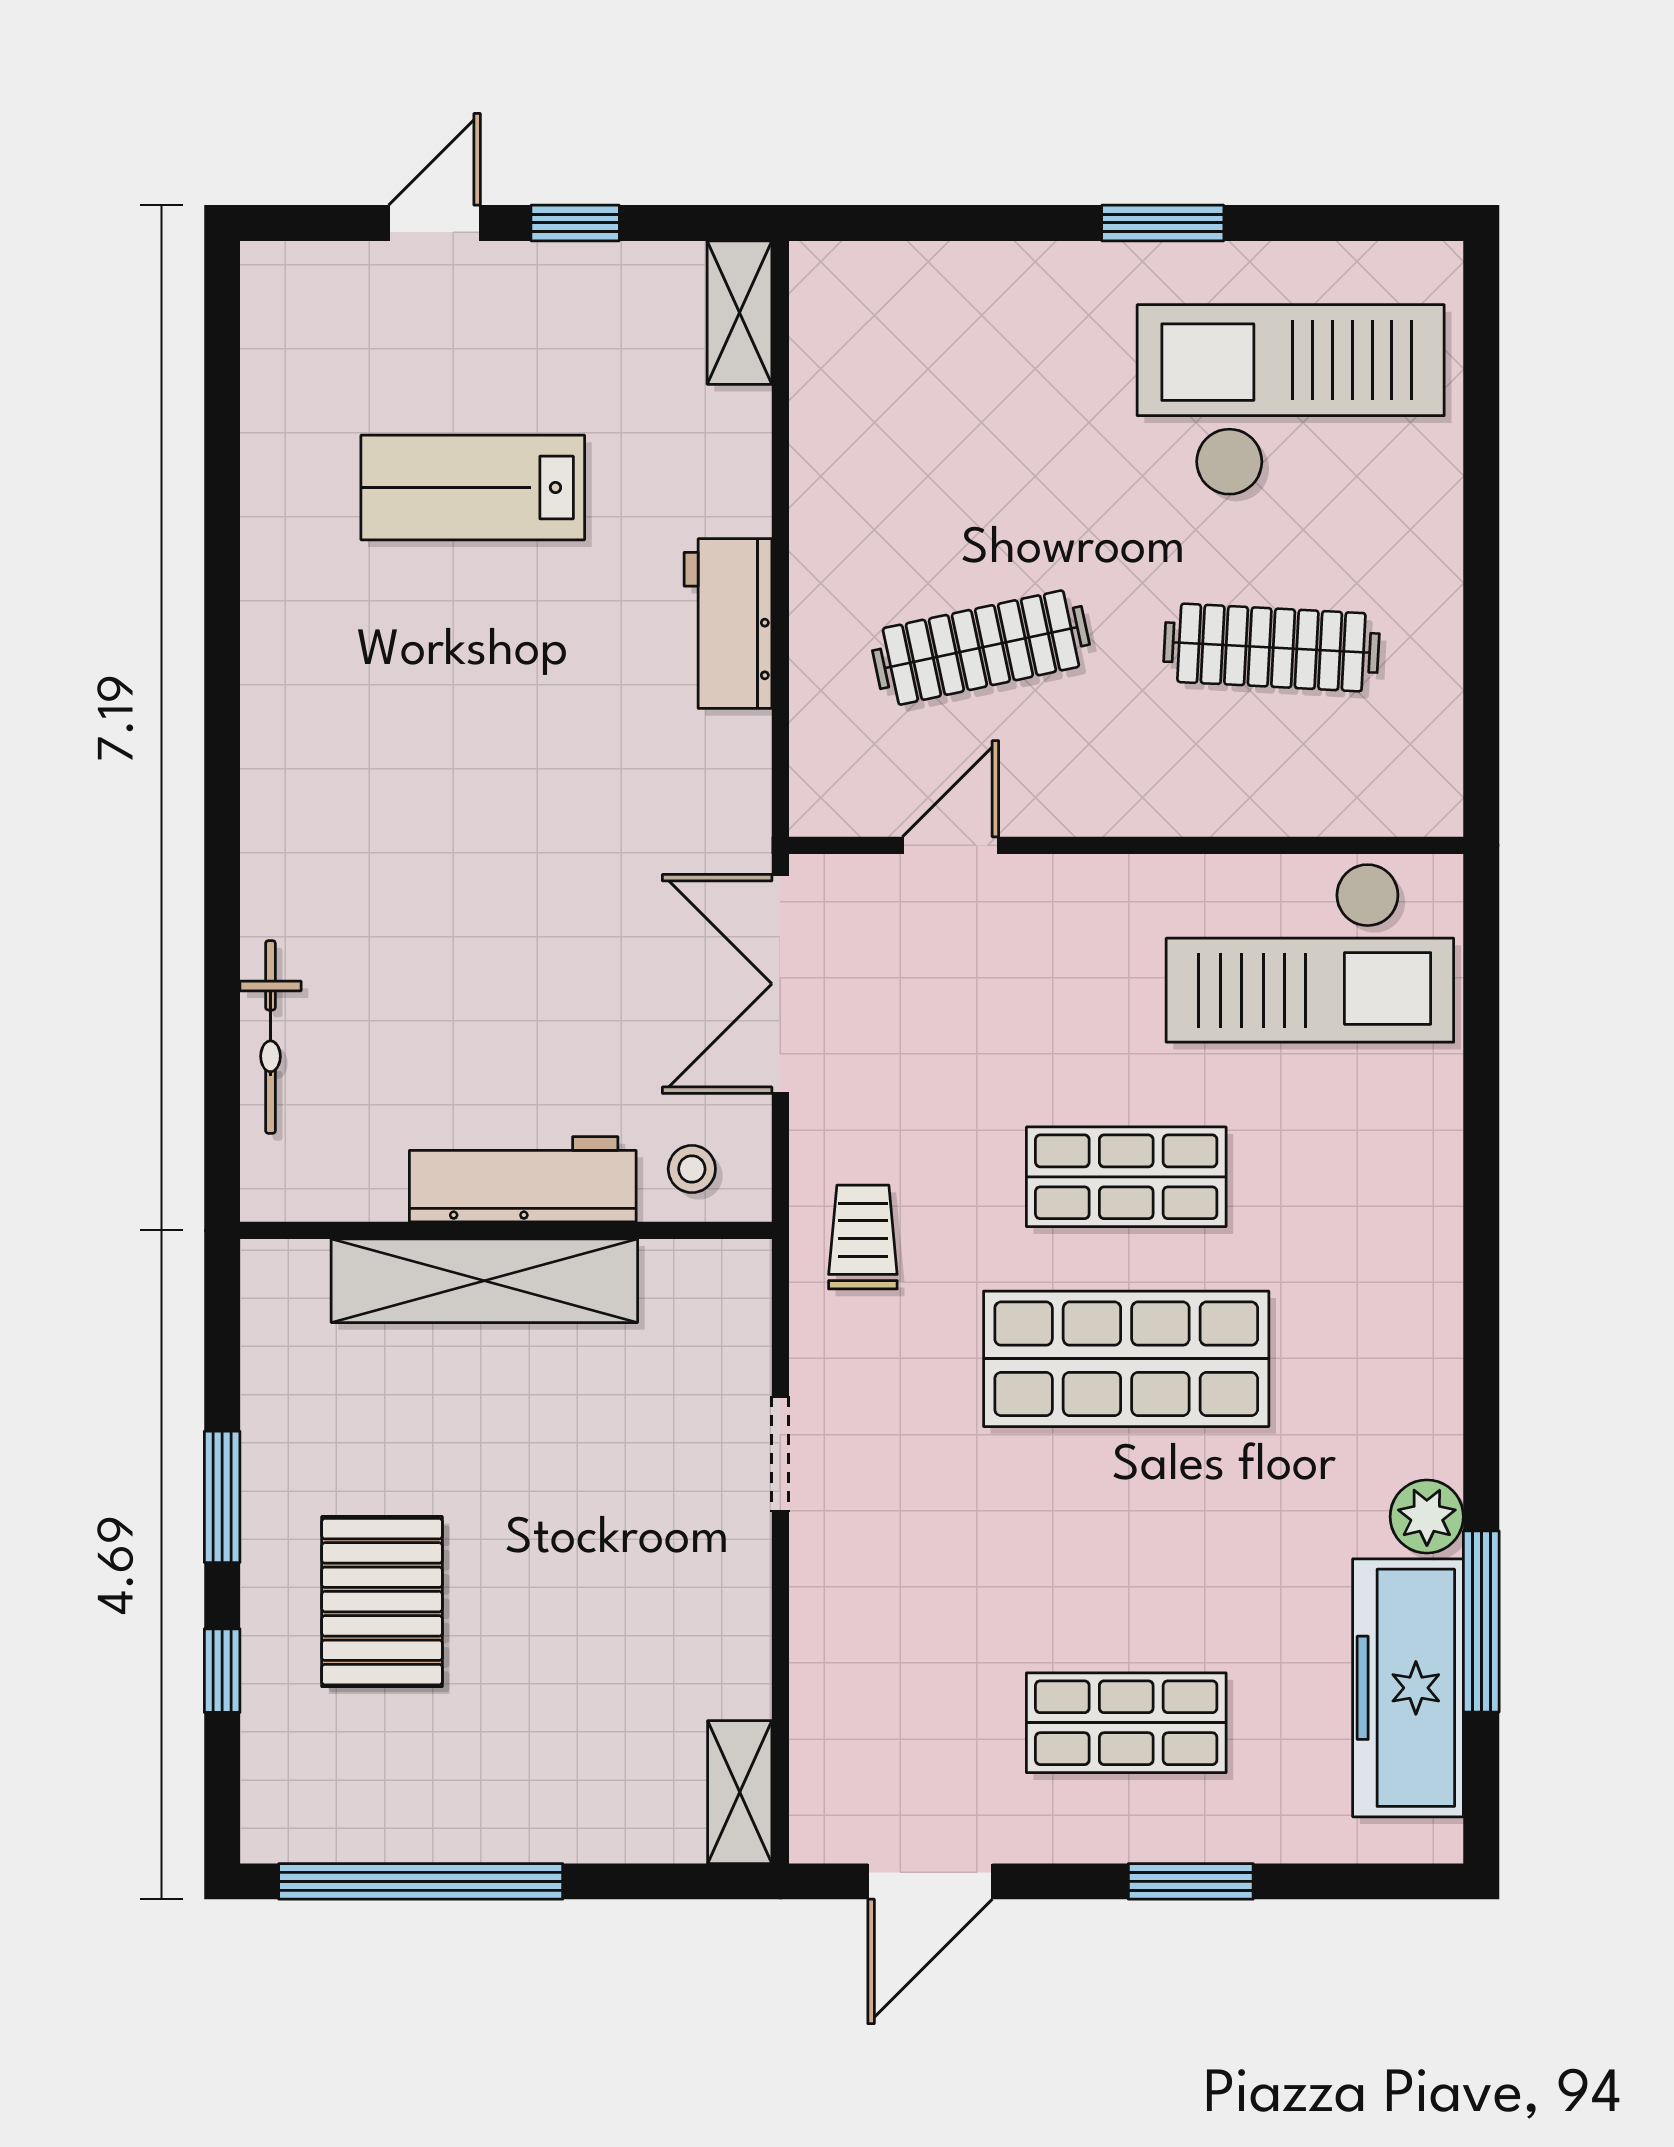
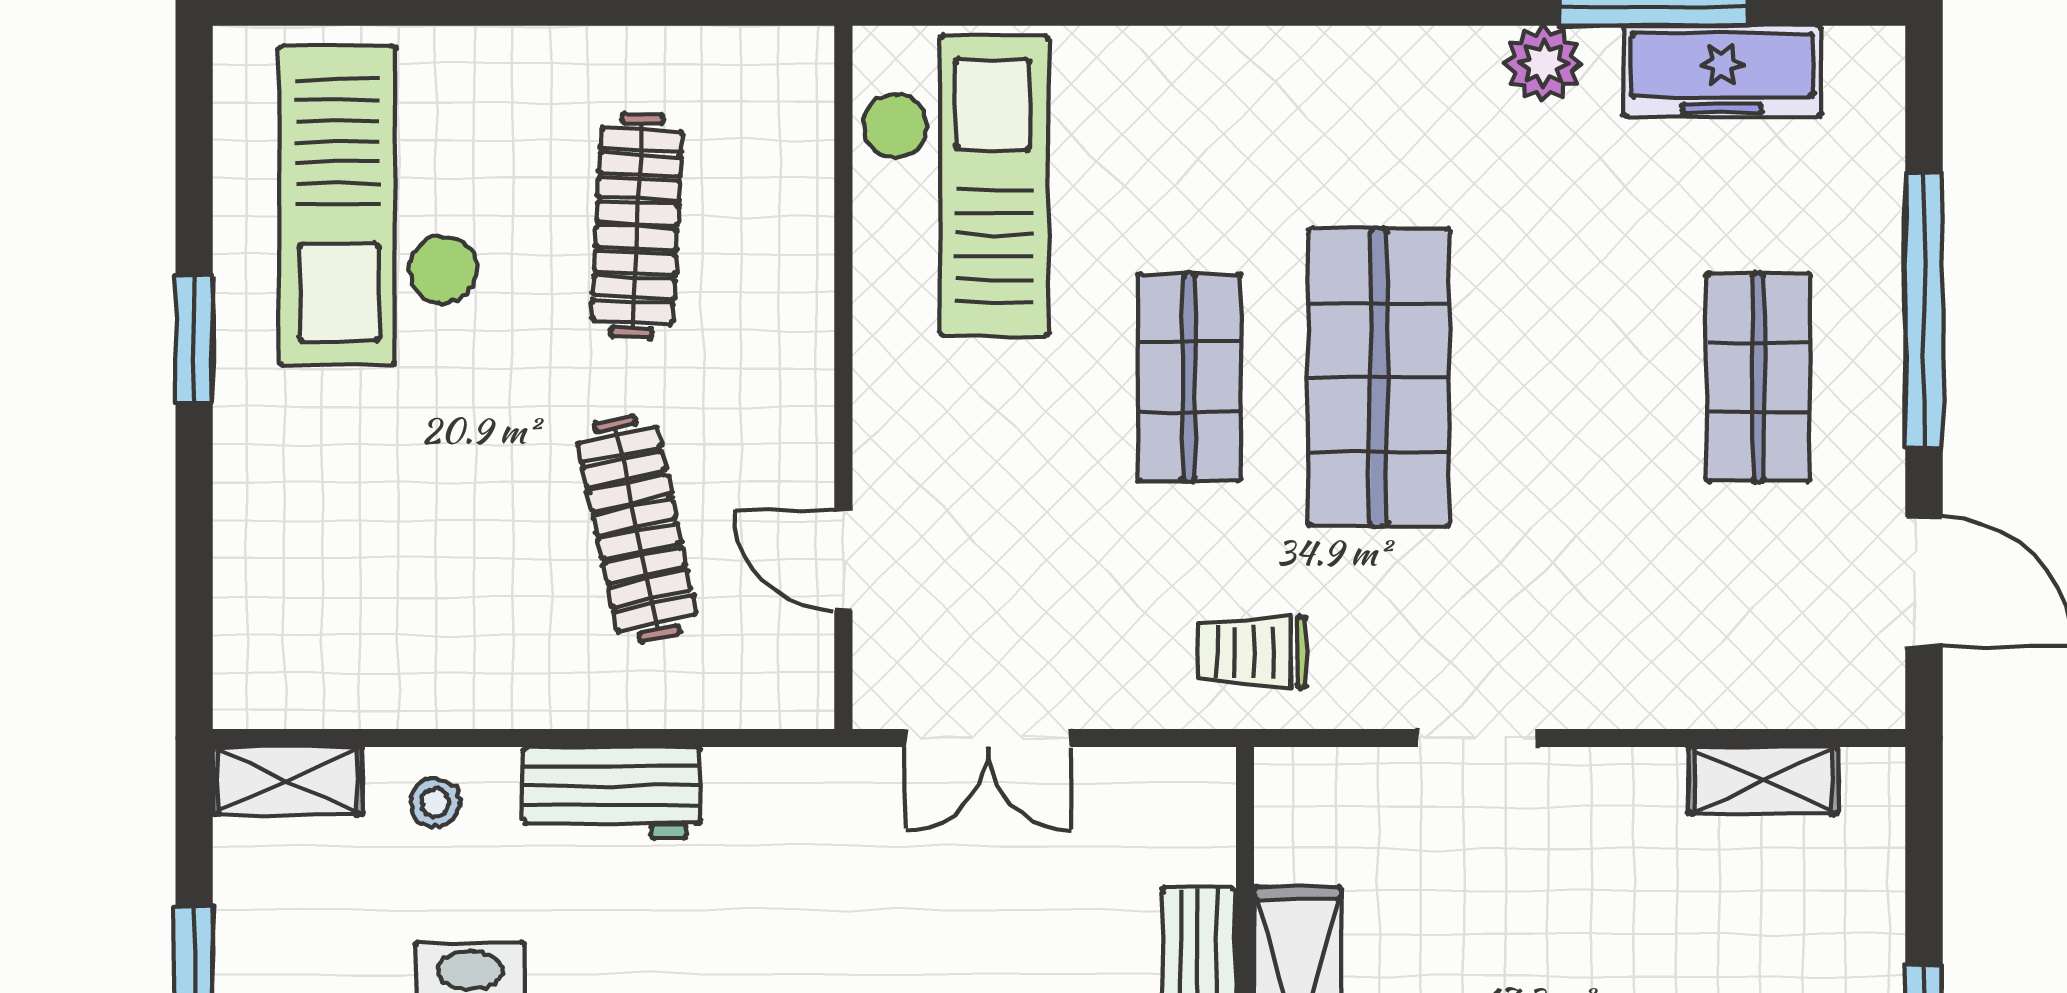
double door: (780, 984) -> (988, 738), width x0.73
stool: (692, 1169) -> (435, 803), moved
freezer: (1408, 1688) -> (1722, 71), width x0.73, depth x0.79
shelving: (740, 1792) -> (1763, 780), moved
window: (1191, 1881) -> (1924, 310), width x2.11

